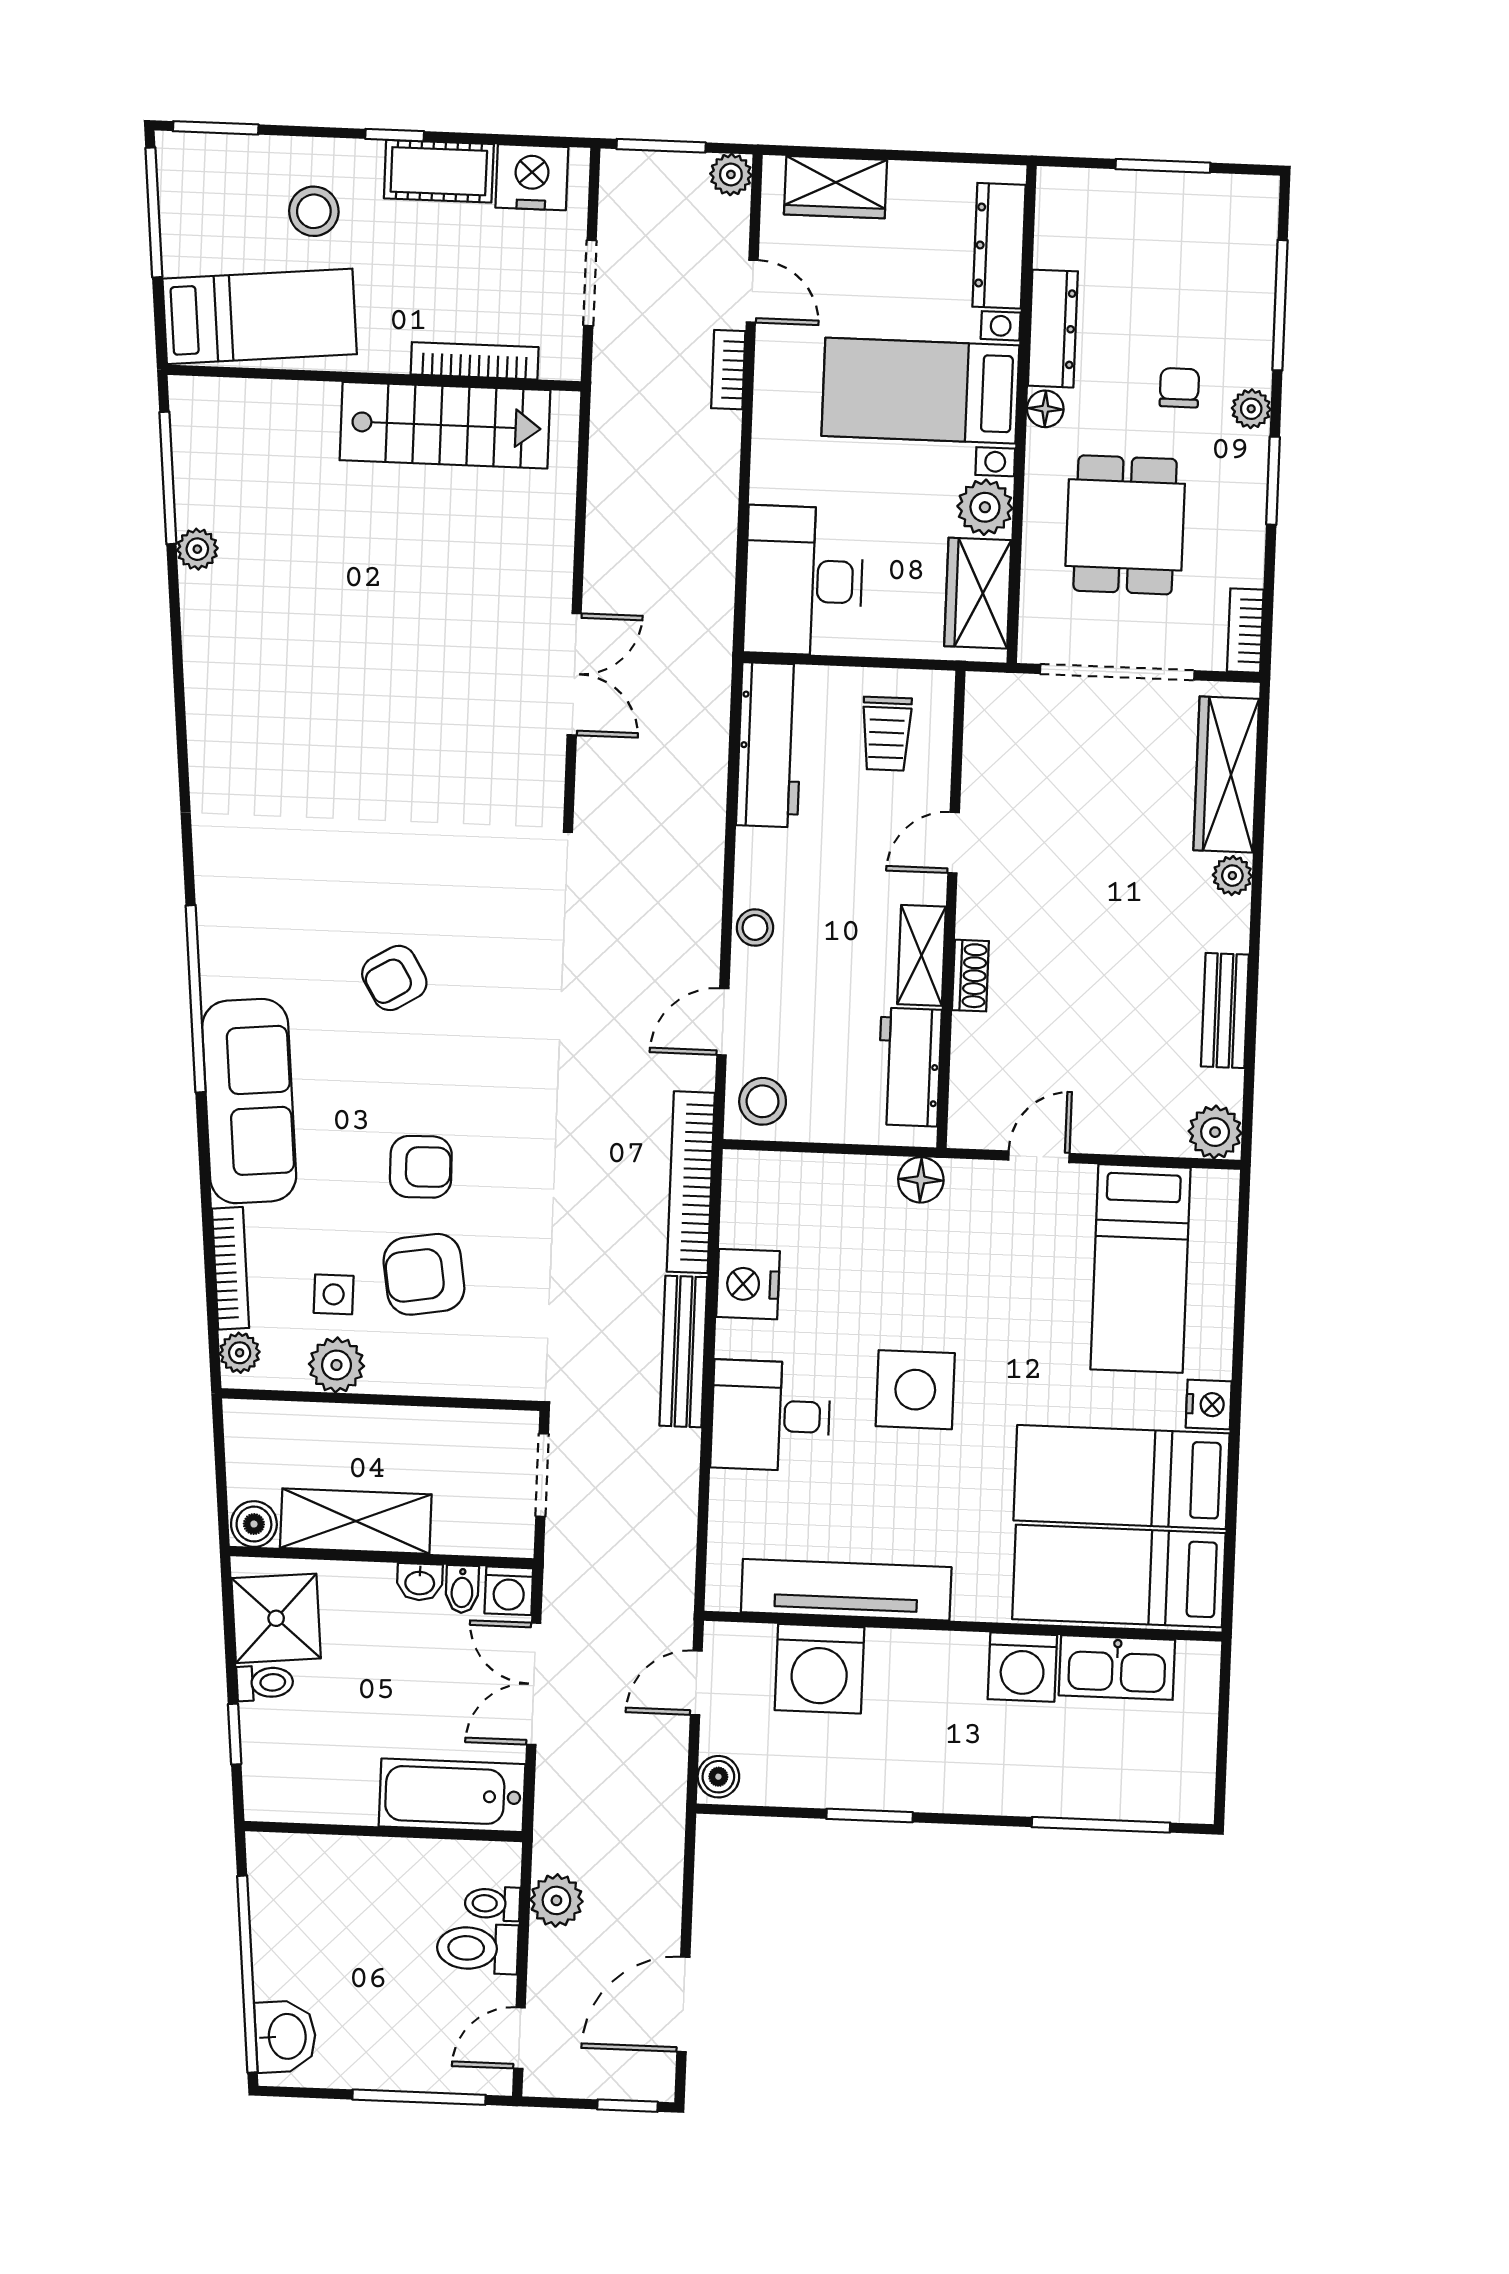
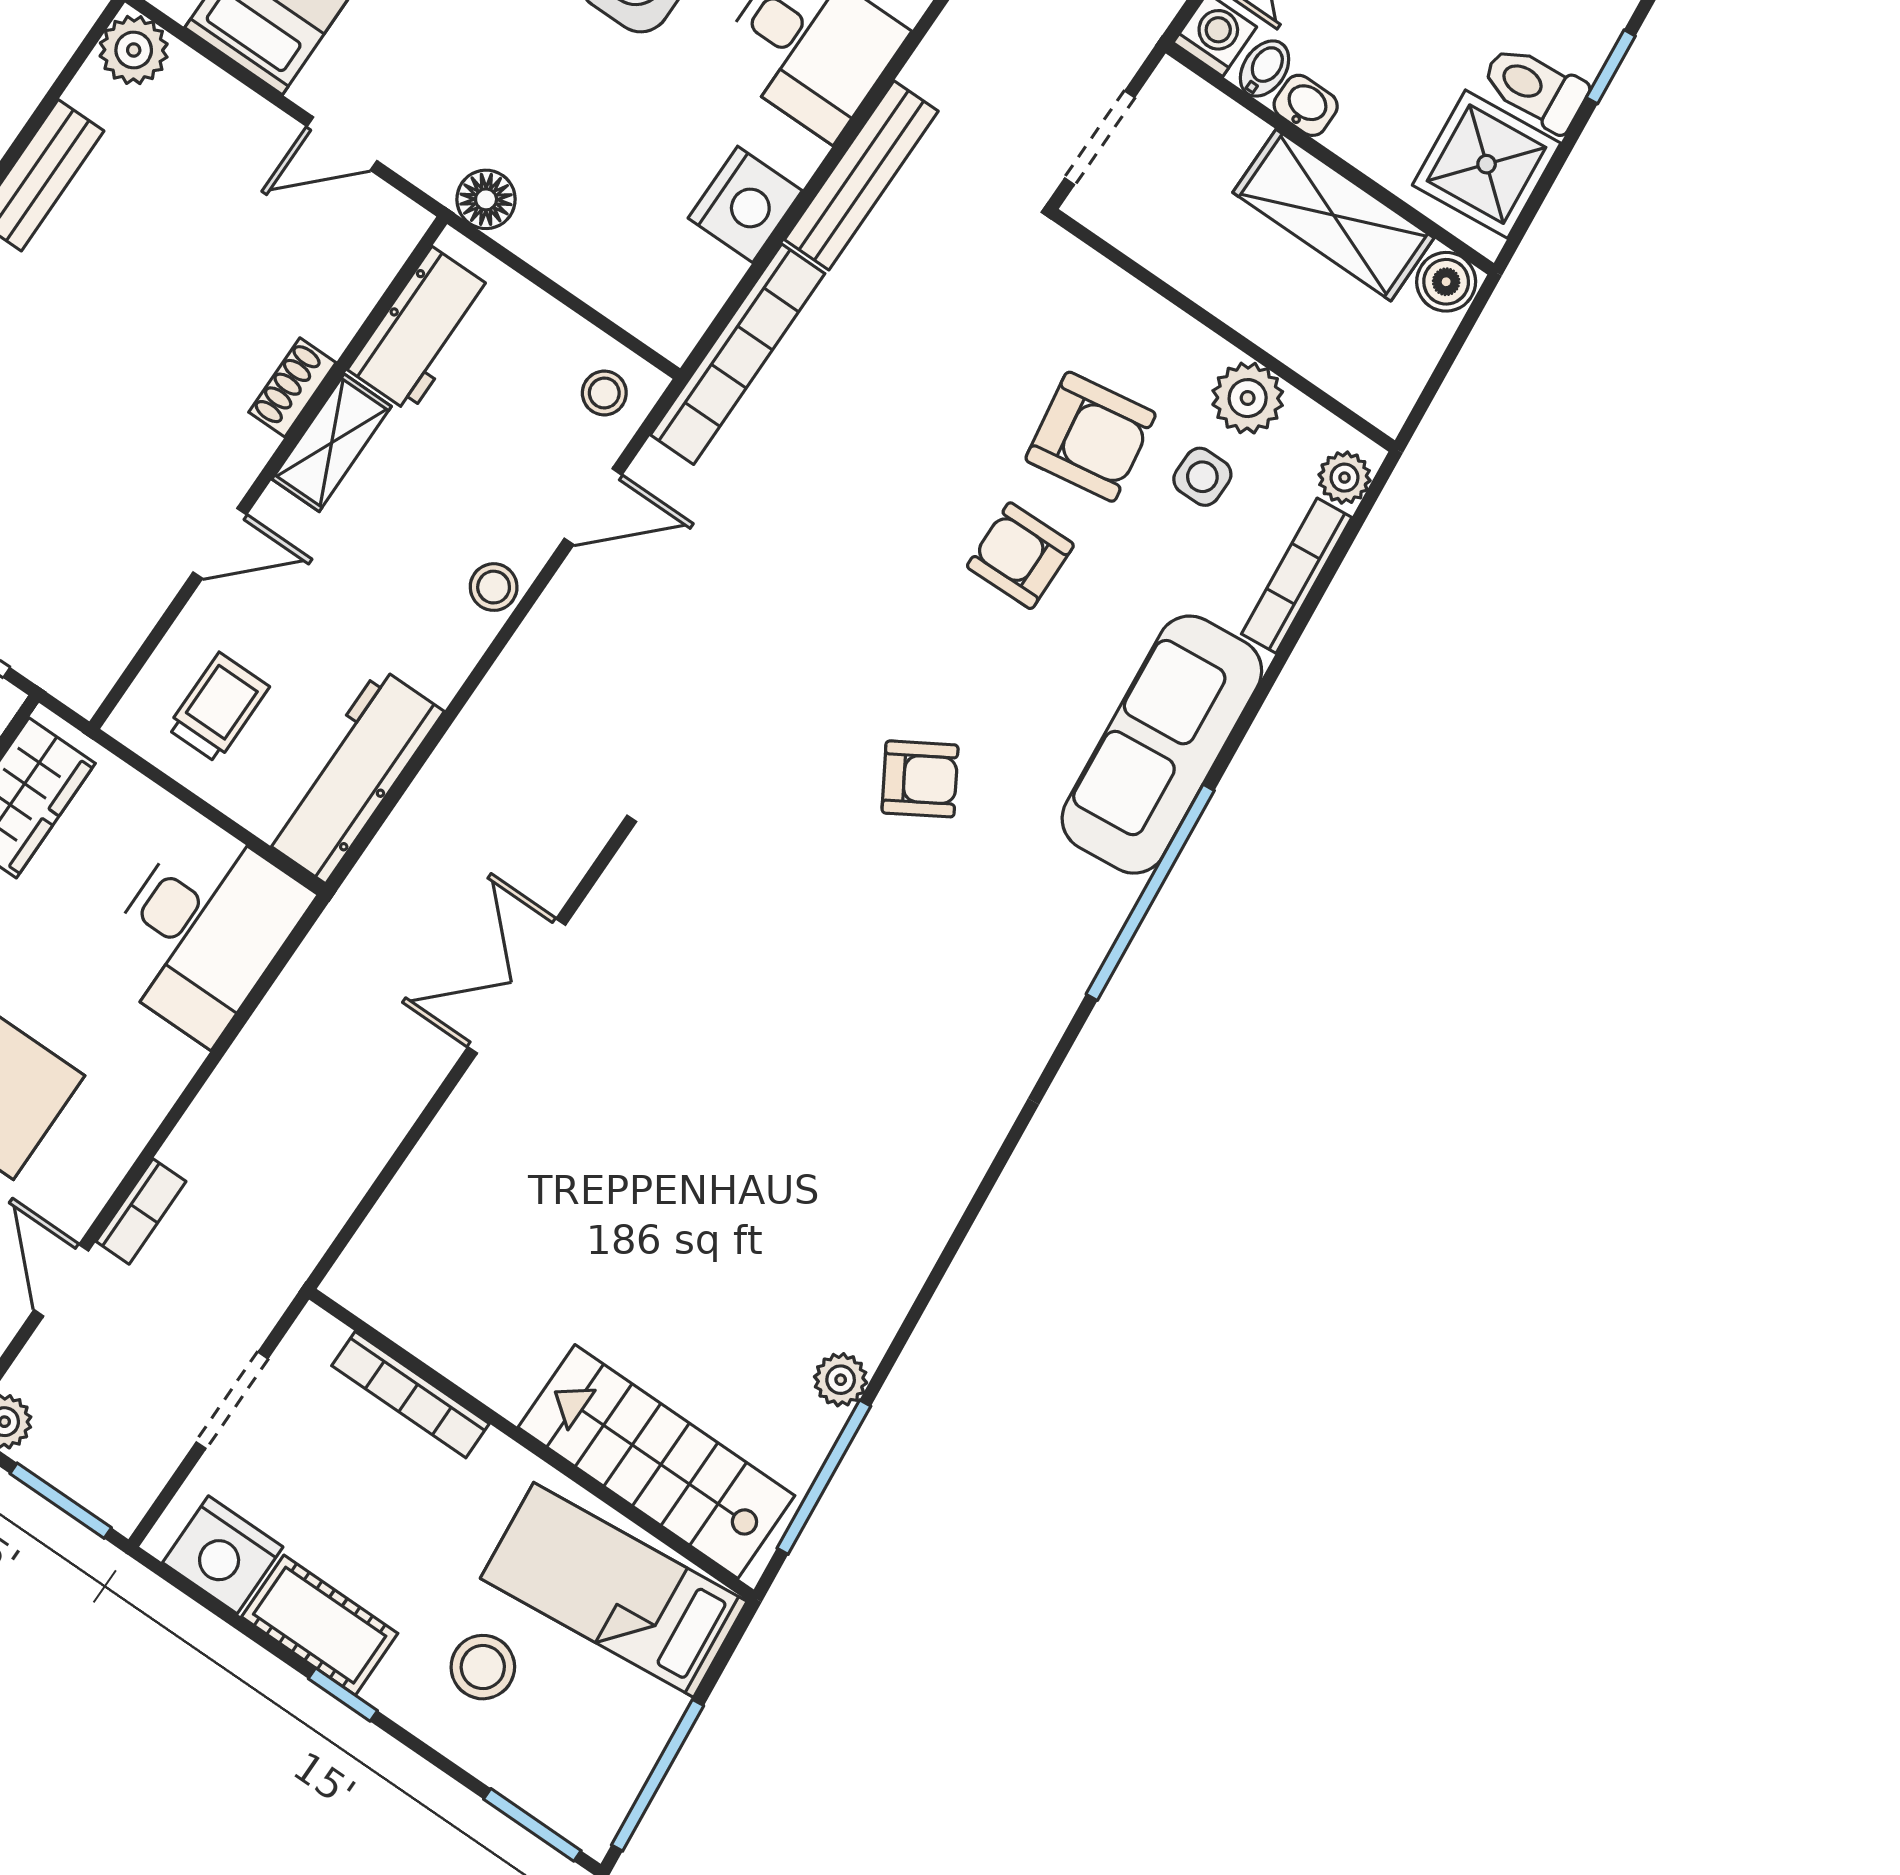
stairs: (445, 425) -> (656, 1461), moved
stool: (763, 1101) -> (604, 393), width x0.73, depth x0.73
toilet: (265, 1683) -> (1535, 88), width x1.37, depth x1.39

